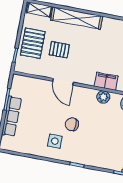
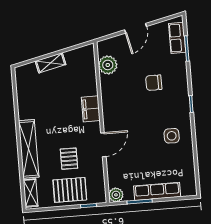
filing cabinet: (106, 81) -> (91, 109), moved
plant: (103, 97) -> (116, 195), moved
chair: (72, 124) -> (154, 83), moved, turned 90

